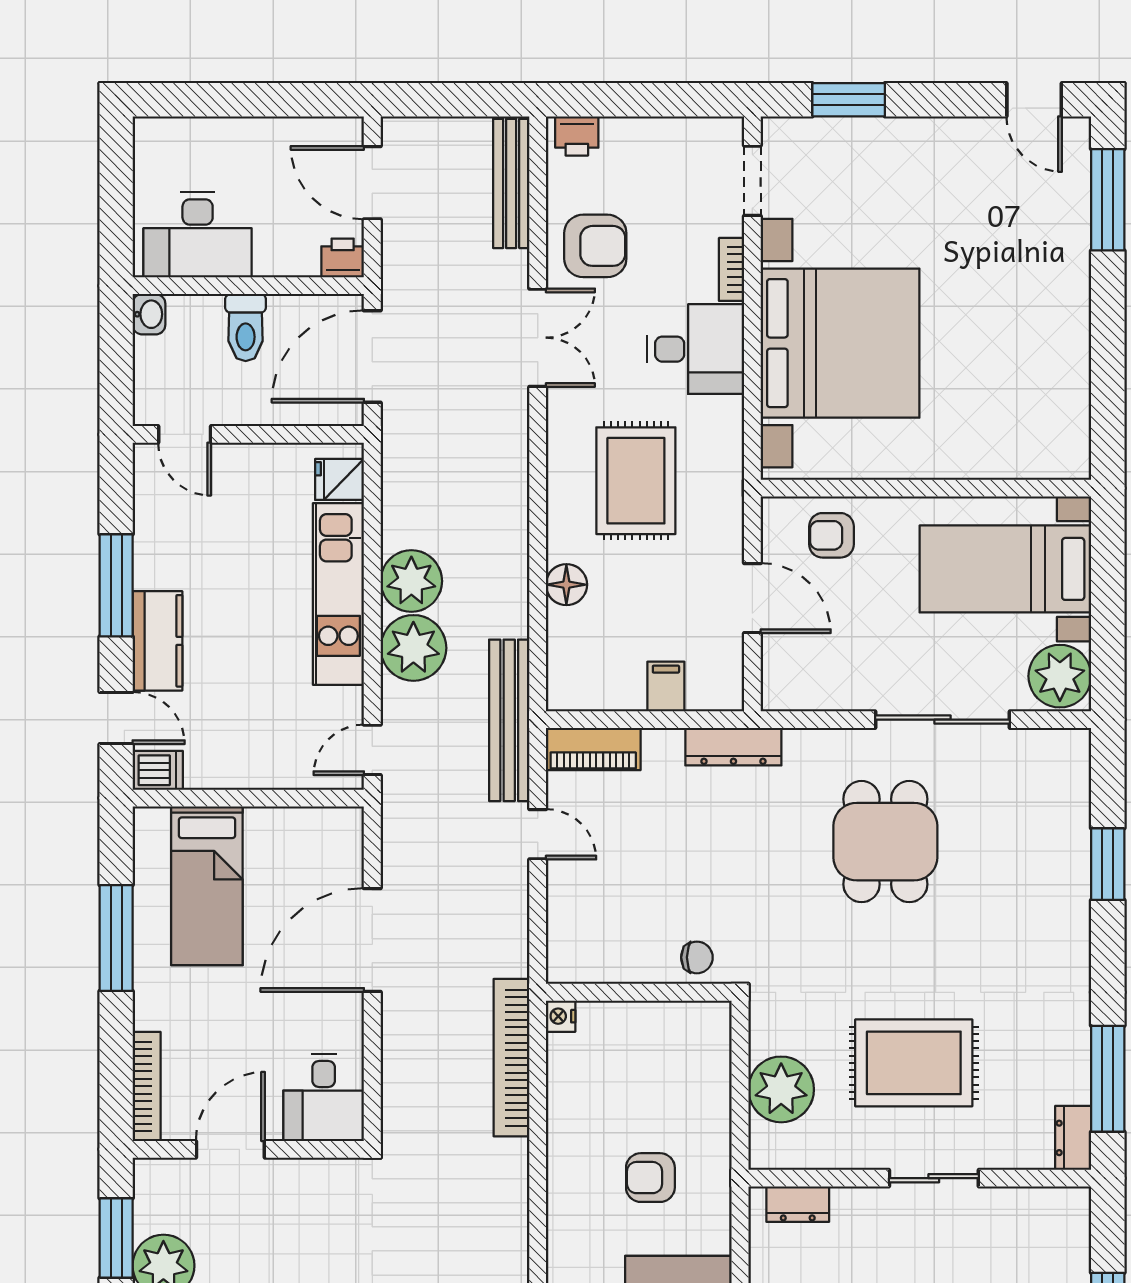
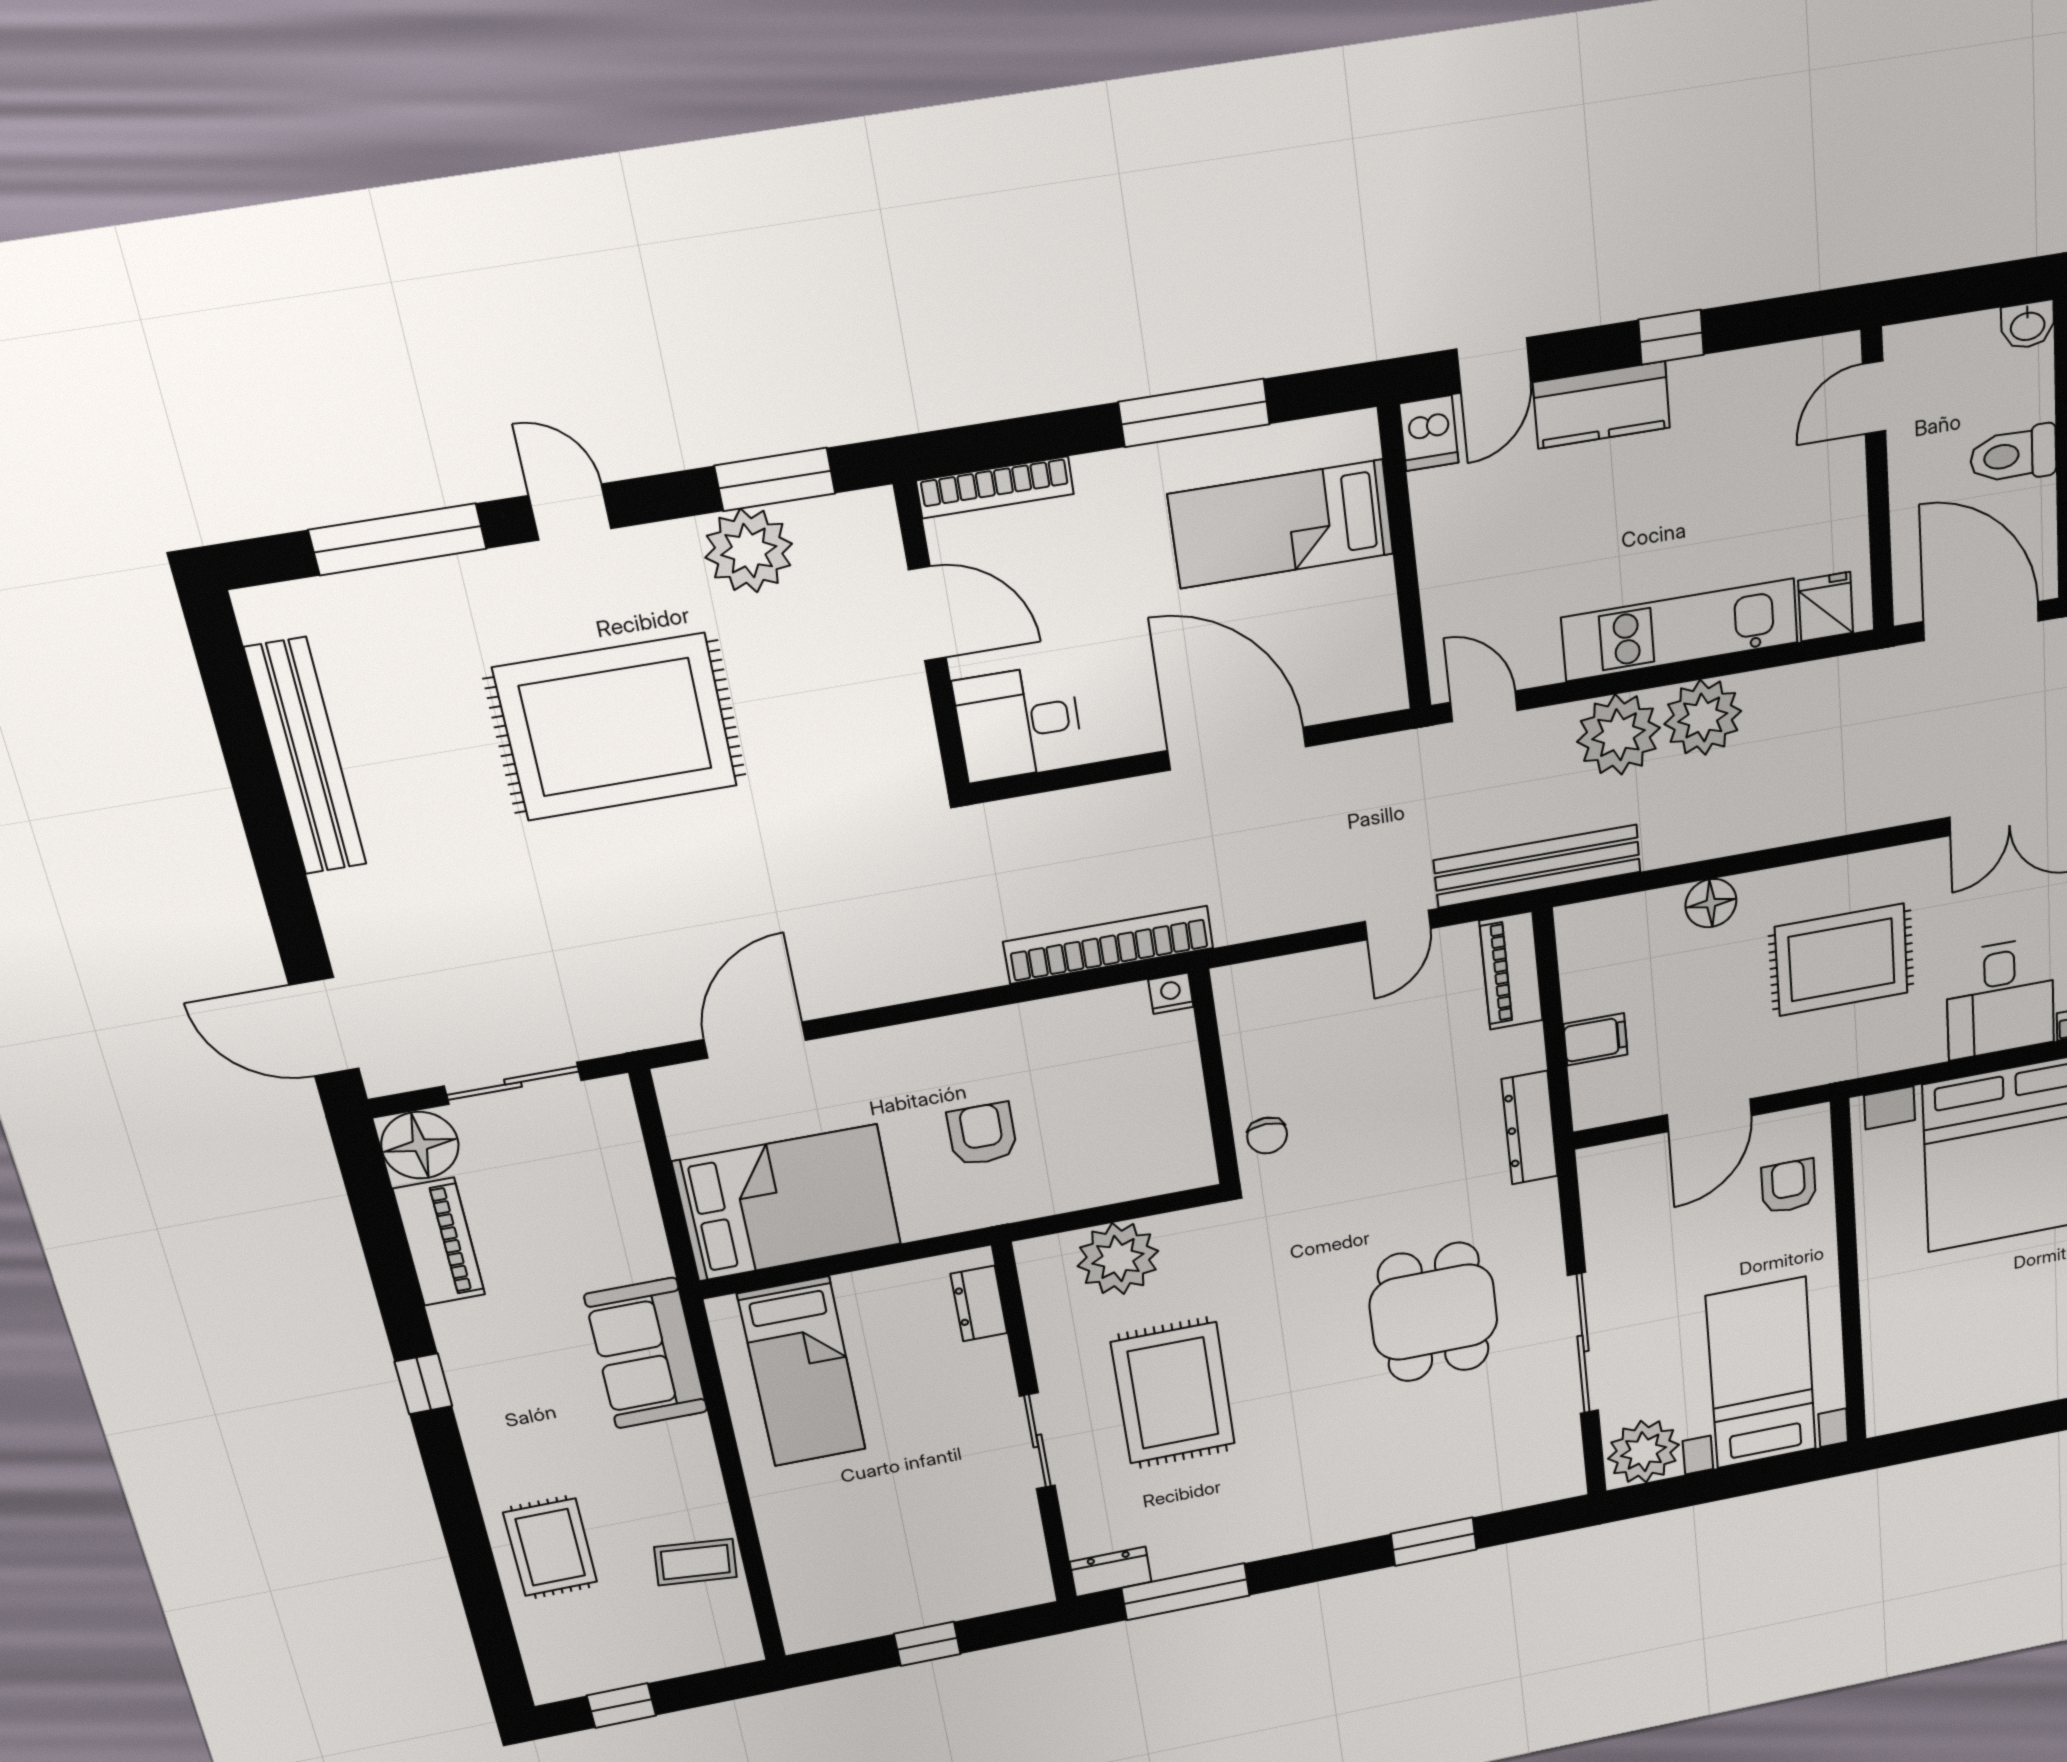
window: (116, 585) -> (1671, 337), width x0.46
dining table: (885, 842) -> (1433, 1312), turned 90

